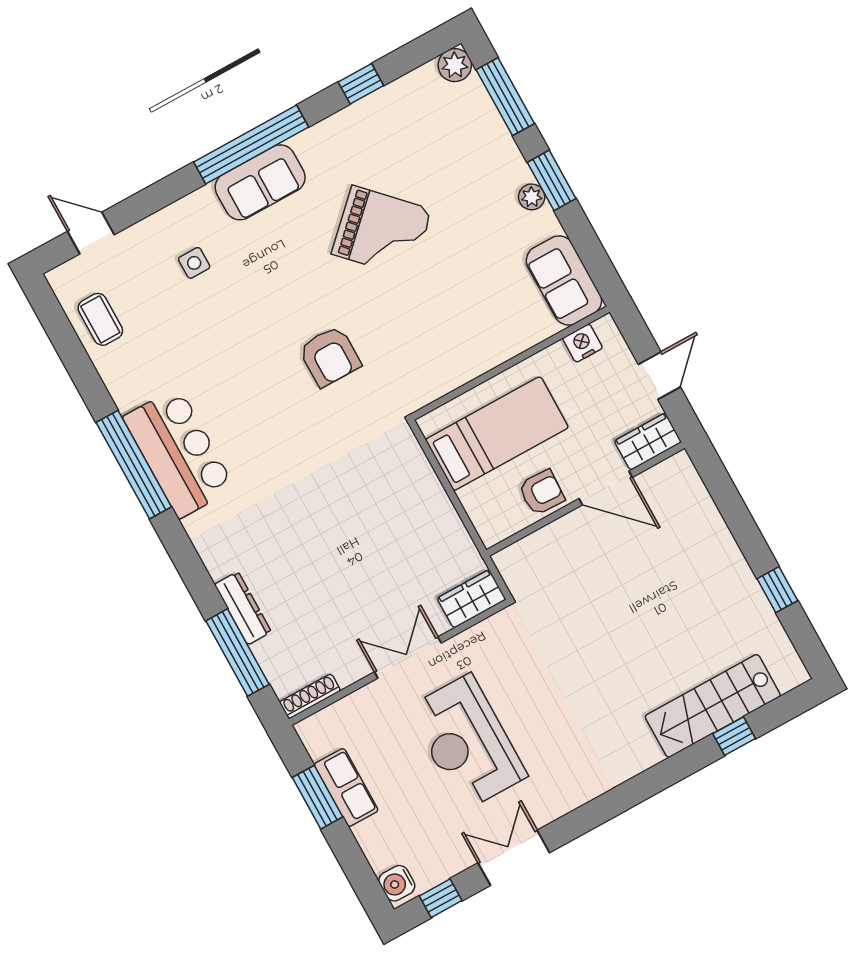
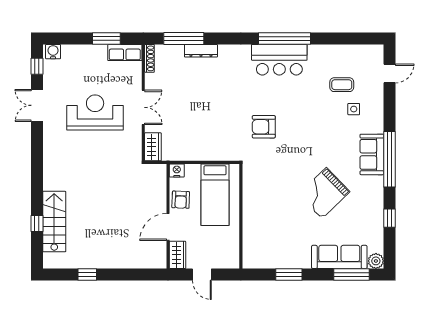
window: (552, 180) -> (289, 275), moved
plant: (532, 197) -> (304, 263), removed
sofa: (564, 280) -> (339, 257), moved, width x1.36
coffee table: (100, 319) -> (342, 85), moved
nightstand: (583, 343) -> (177, 171), moved, turned -90
armchair: (330, 356) -> (264, 127), moved
row of seats: (346, 788) -> (125, 52), moved
double door: (514, 858) -> (37, 105), swing flipped

